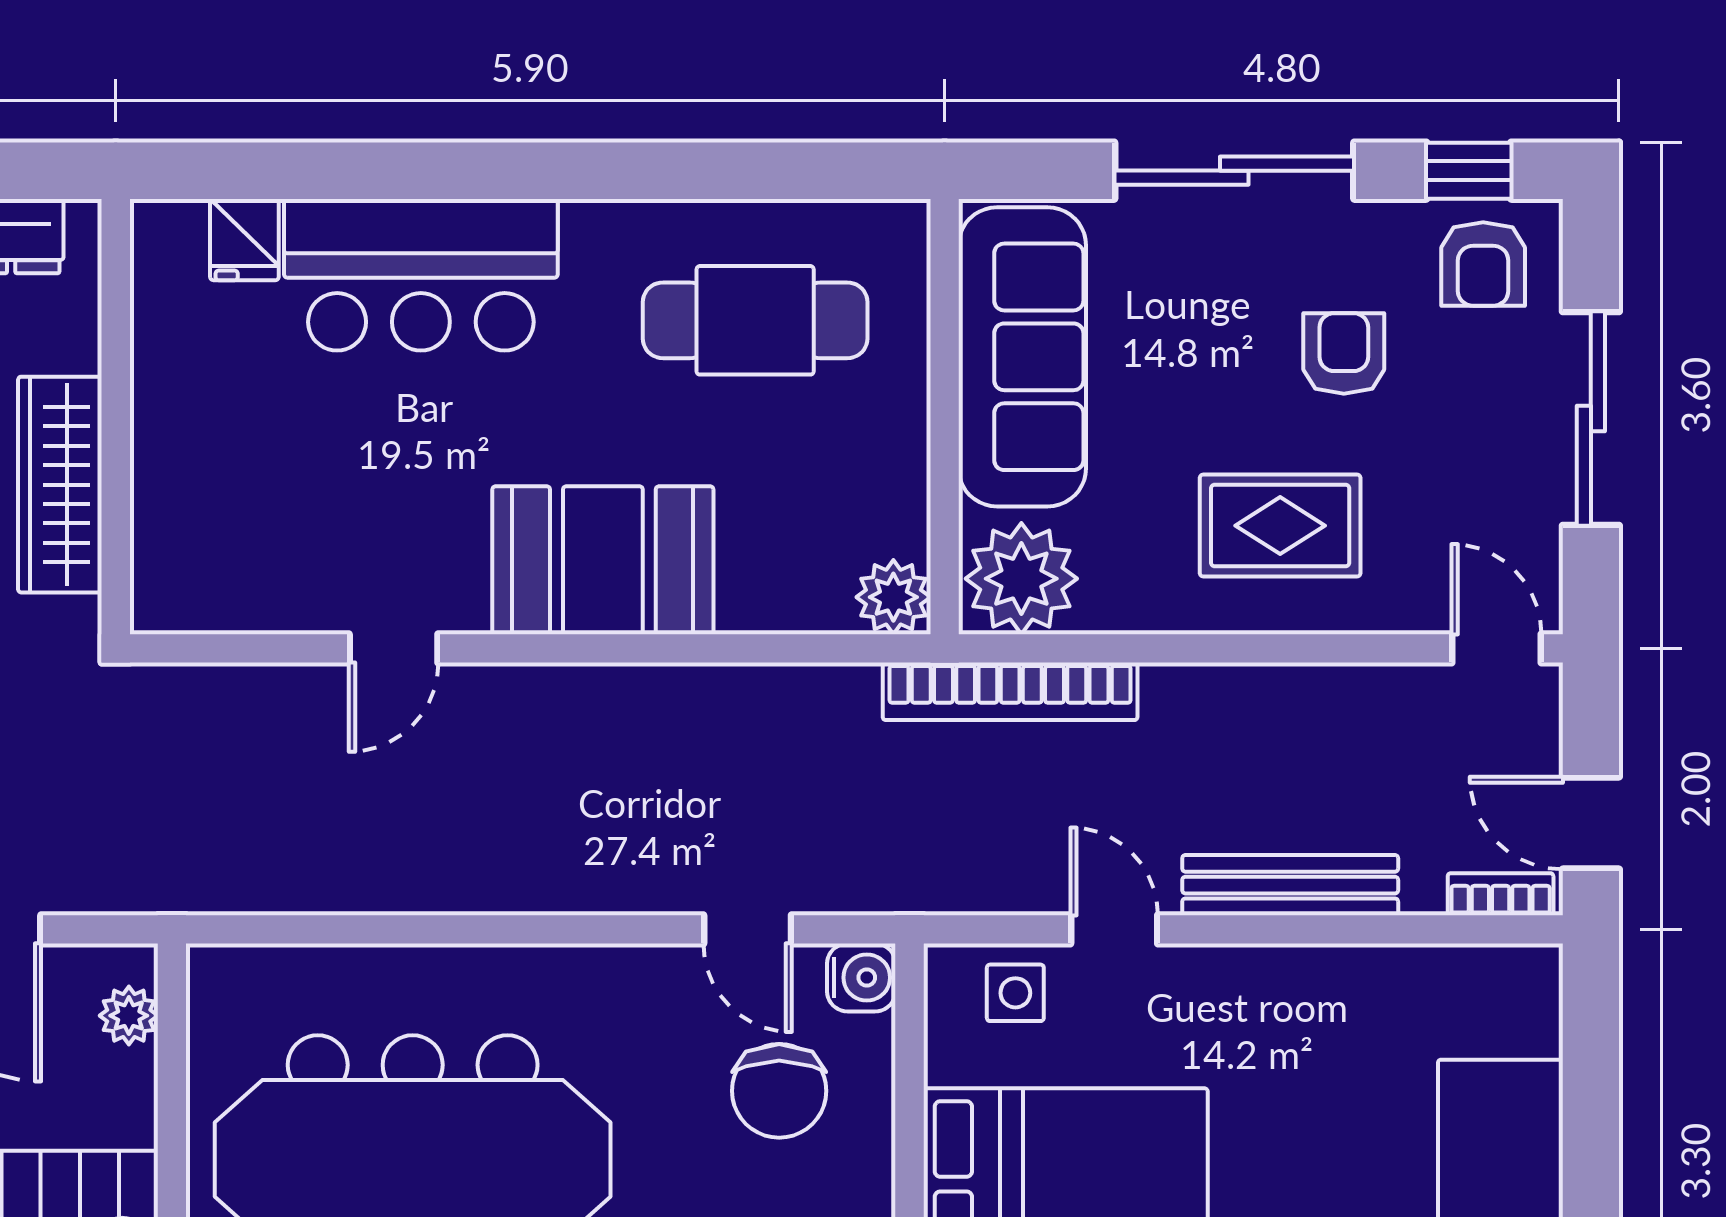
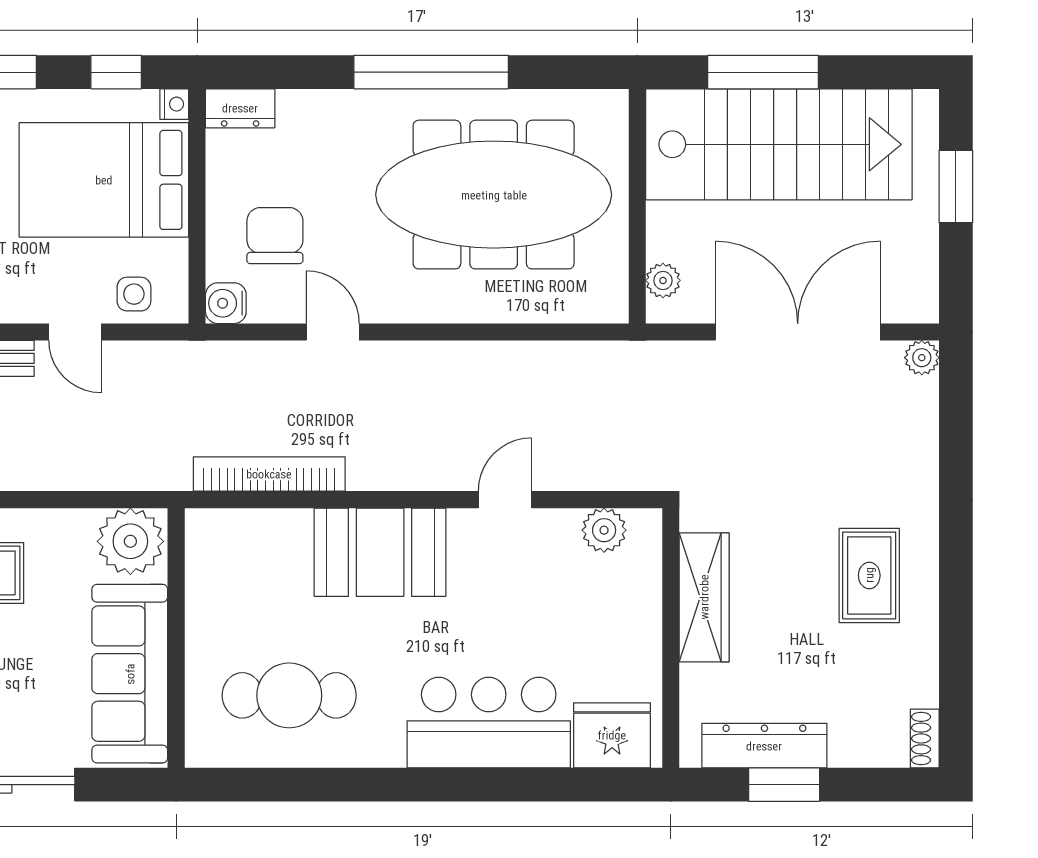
fridge: (244, 240) -> (612, 735), width x1.88, depth x1.34
plant: (893, 597) -> (604, 530), moved
bookcase: (1010, 691) -> (269, 474), moved
door: (748, 929) -> (333, 332), moved

